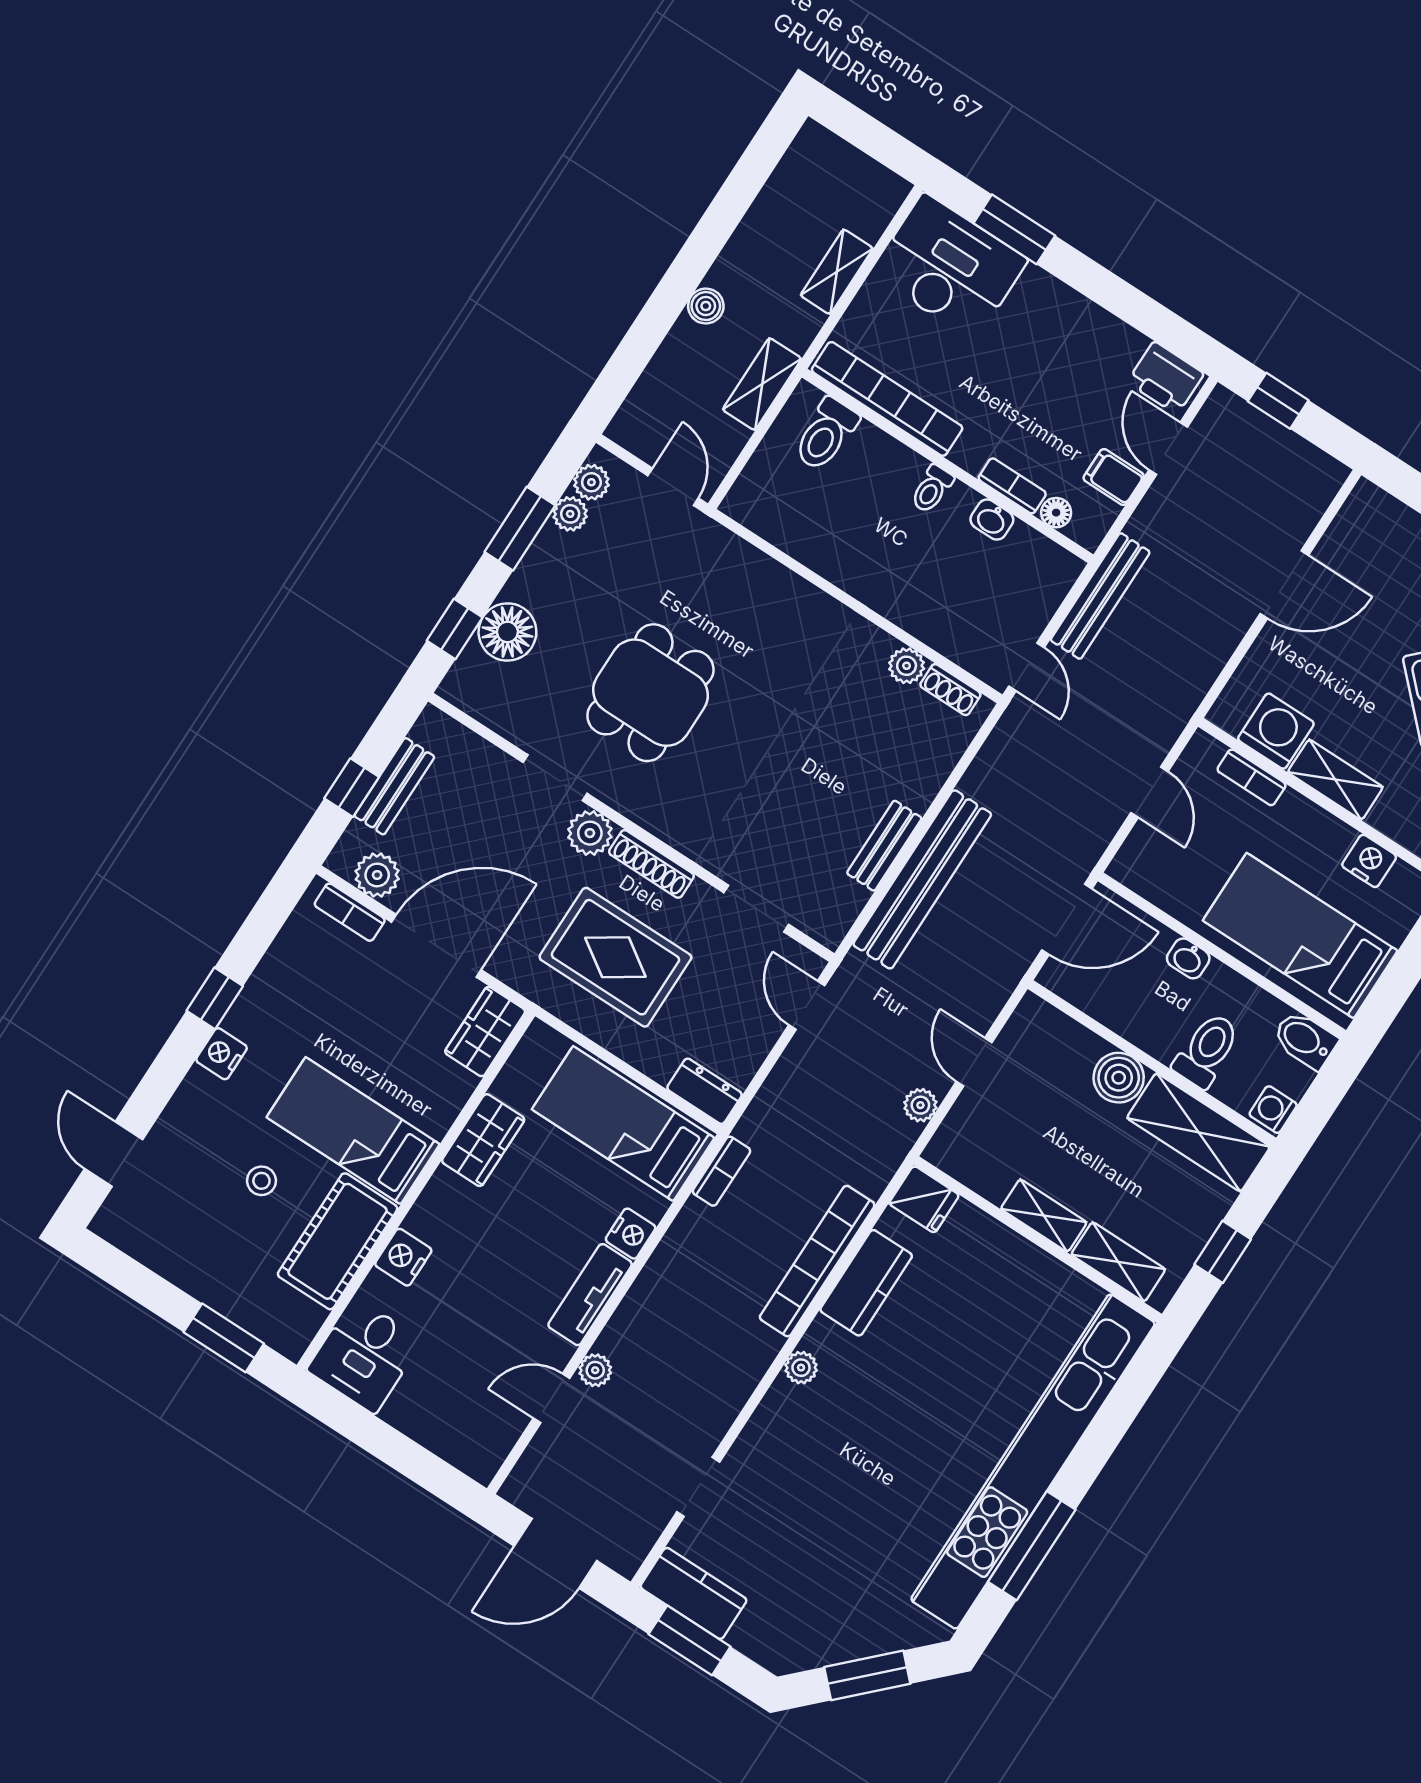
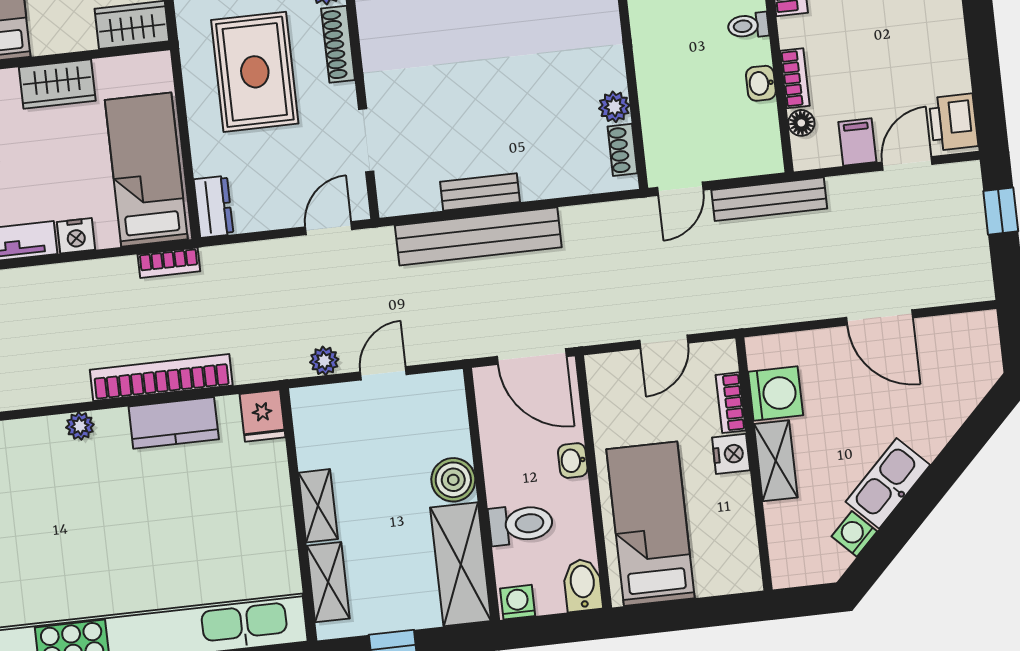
nightstand: (1369, 861) -> (731, 454), moved

